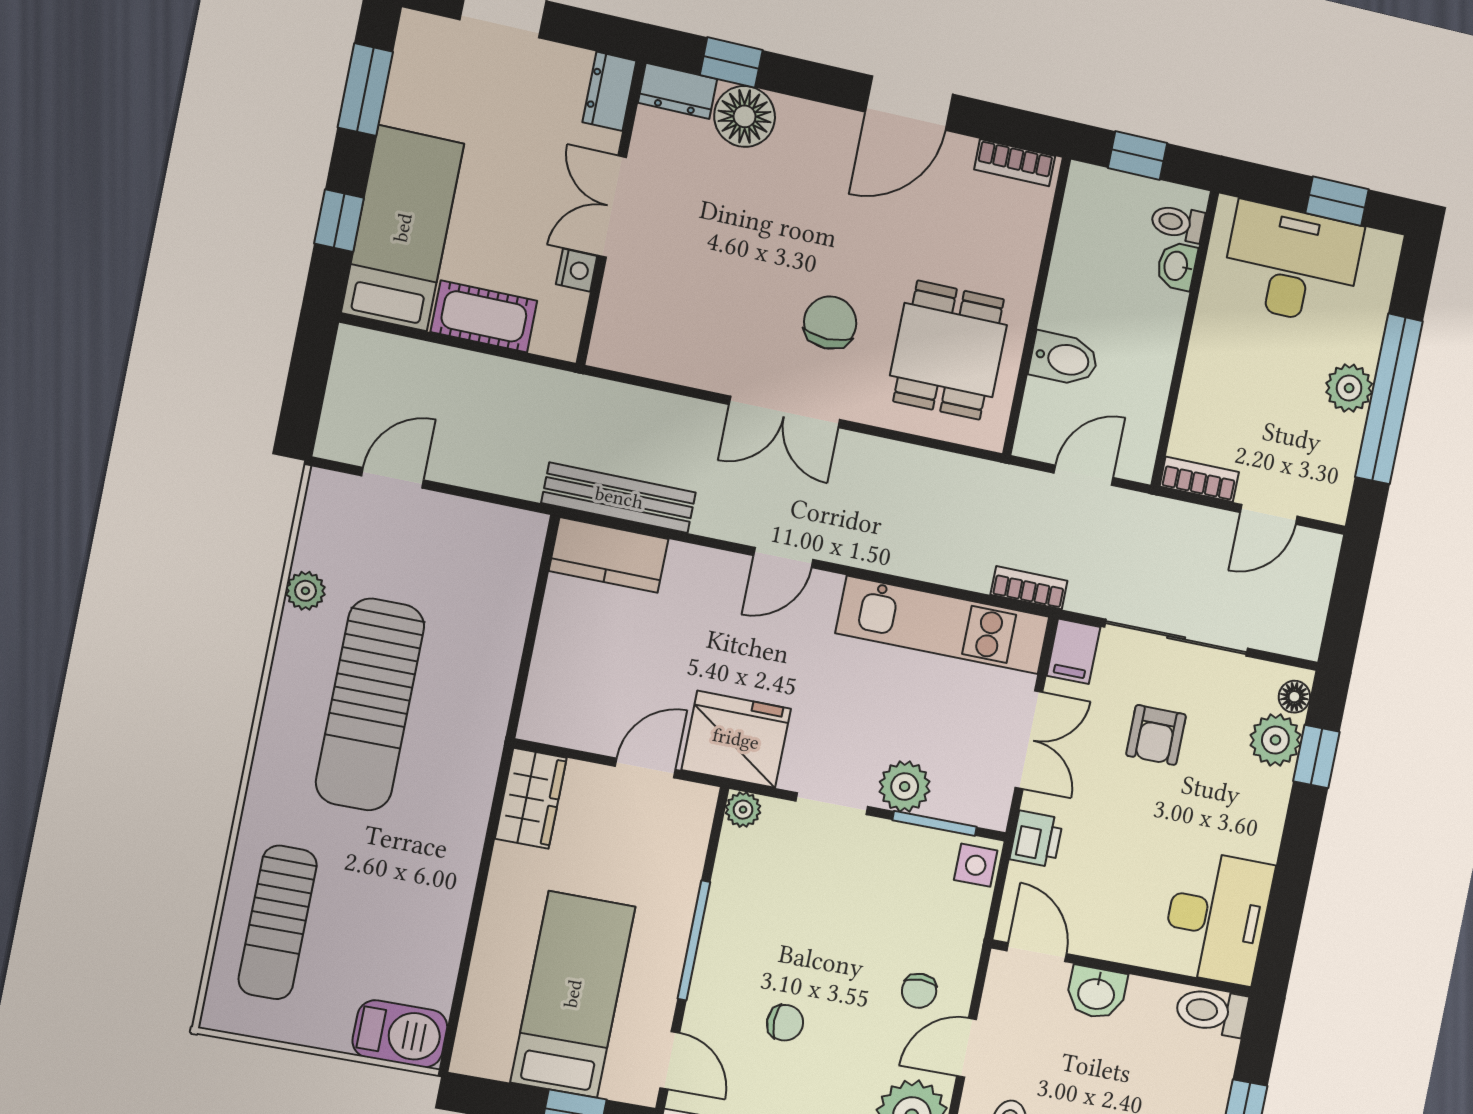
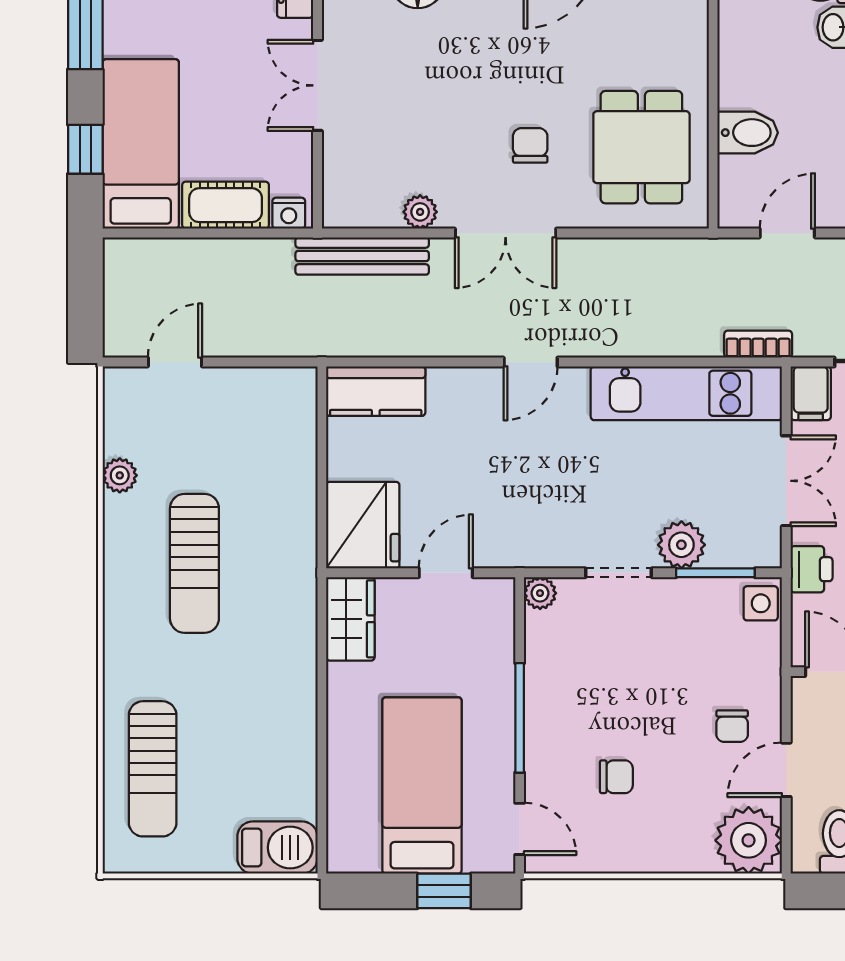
nightstand: (577, 270) -> (289, 213), moved, turned 90
chair: (830, 323) -> (530, 145), width x0.73, depth x0.73
plant: (696, 369) -> (420, 212), added
bench: (619, 498) -> (362, 256), moved
sun lounger: (370, 704) -> (194, 563), width x0.73, depth x0.75
fridge: (736, 739) -> (363, 525), moved, turned 90

